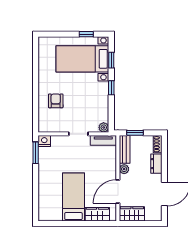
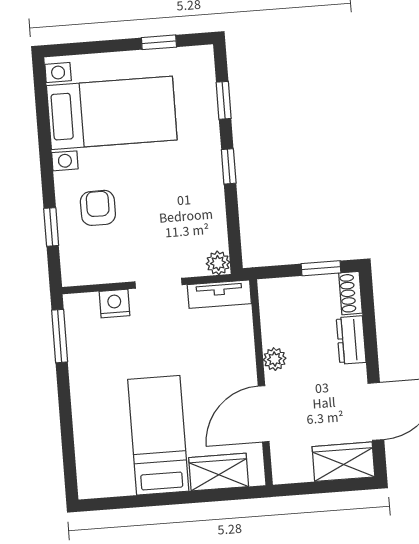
bed with nightstands: (82, 59) -> (112, 113), moved, turned 180
window: (36, 107) -> (51, 227), added
window: (135, 133) -> (321, 268), moved
nightstand: (44, 141) -> (114, 304), moved
bench: (125, 149) -> (272, 312), removed
wardrobe: (132, 214) -> (343, 462), moved

